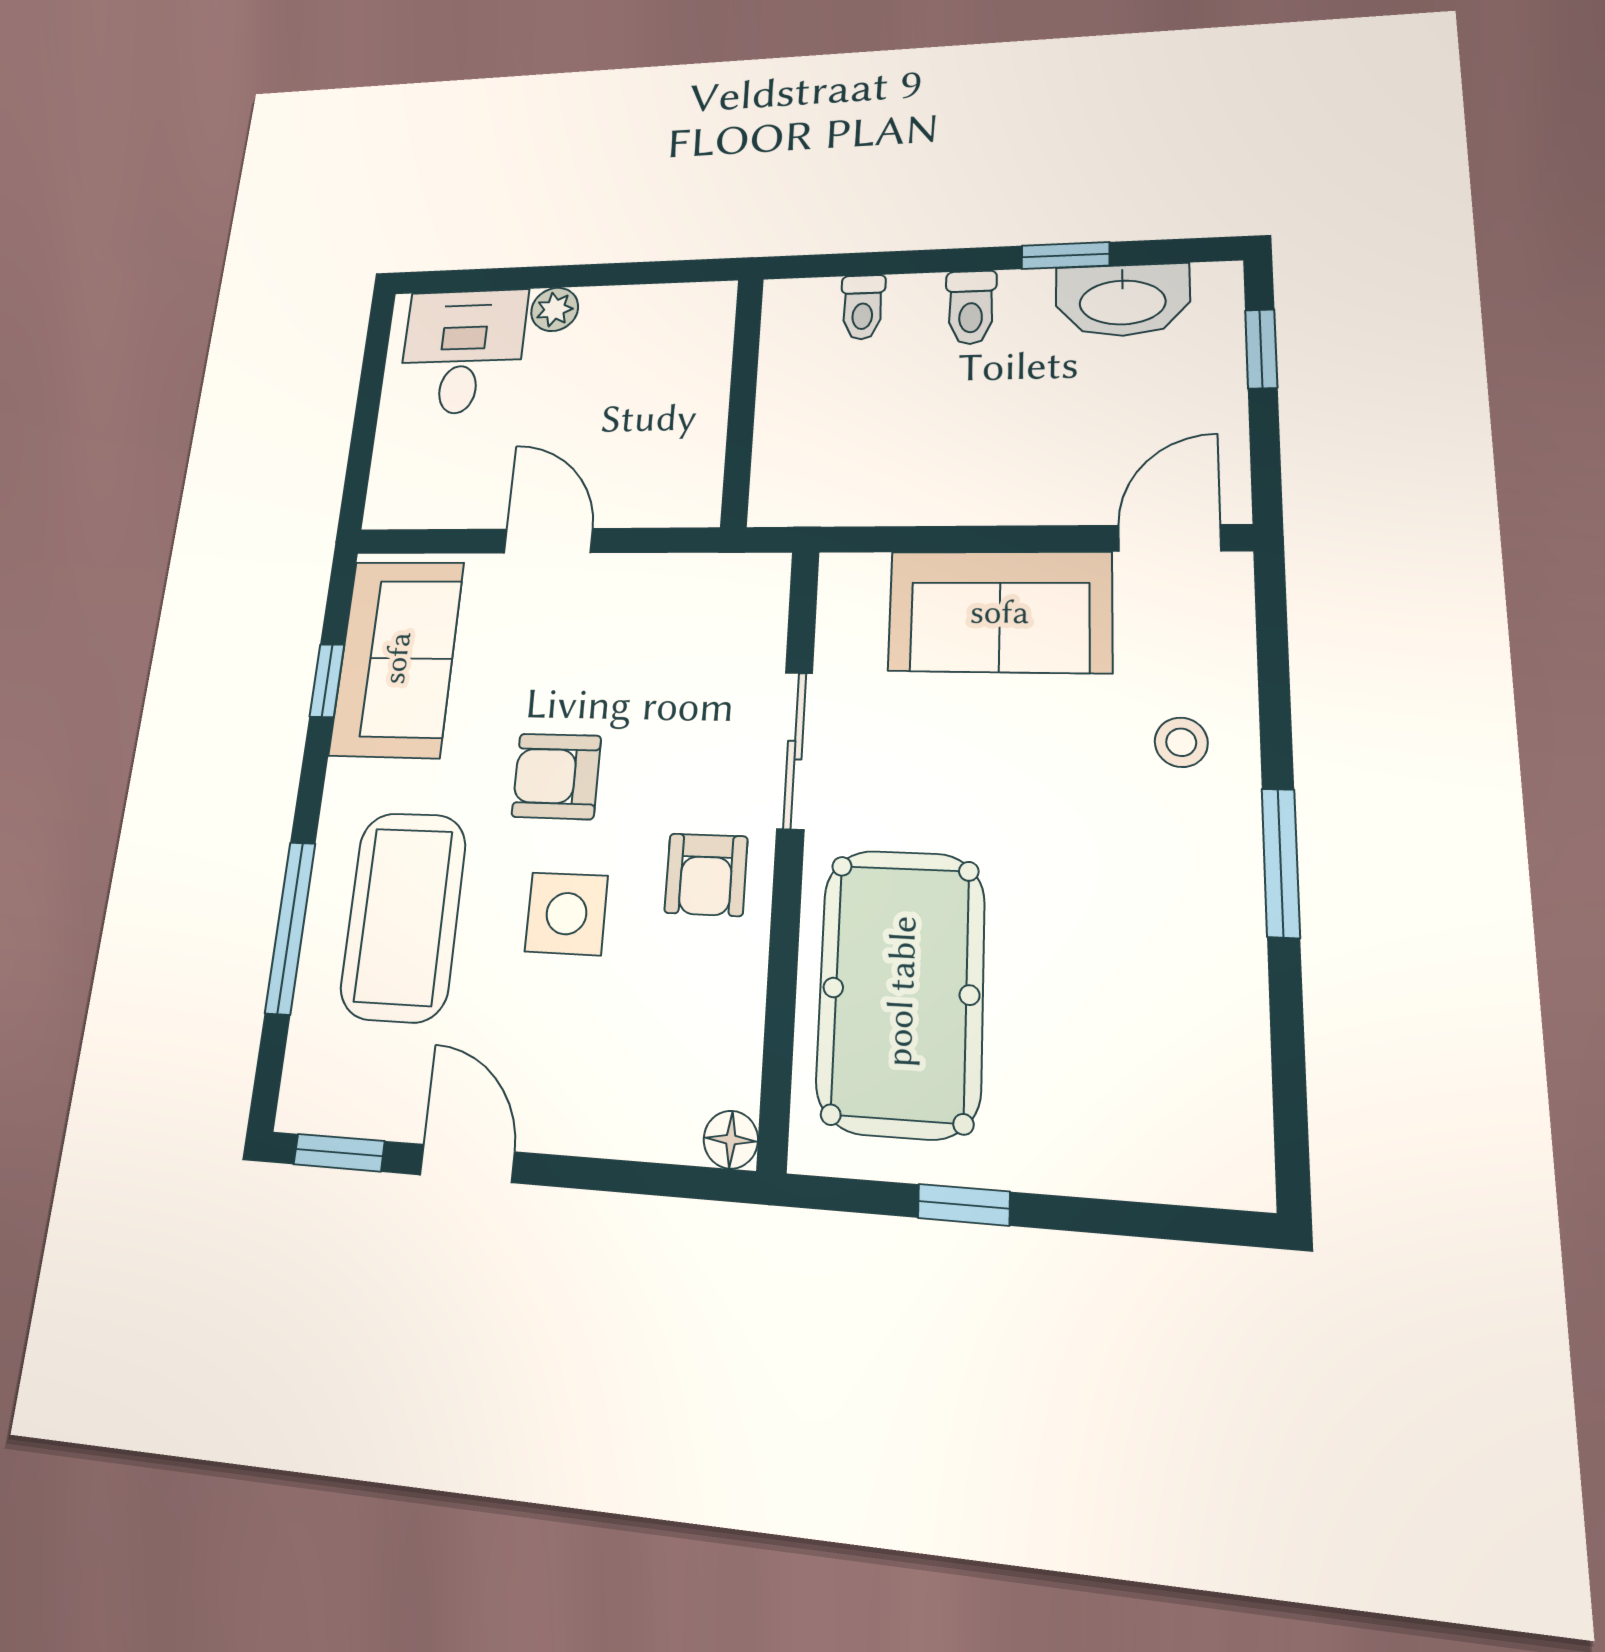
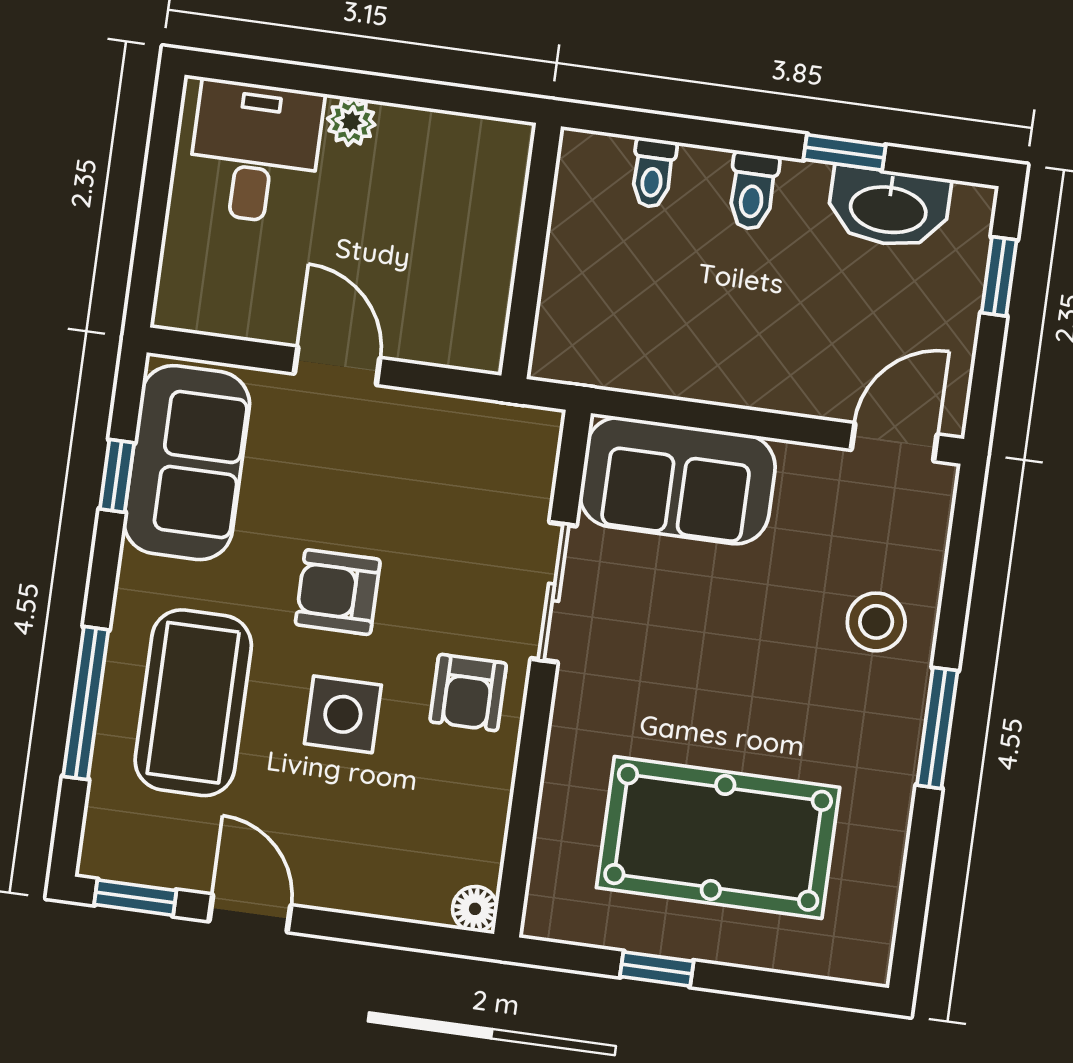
sofa: (1000, 612) -> (678, 481), moved
stool: (1181, 742) -> (876, 622), width x1.37, depth x1.37
pool table: (901, 991) -> (718, 837), moved, turned 90

